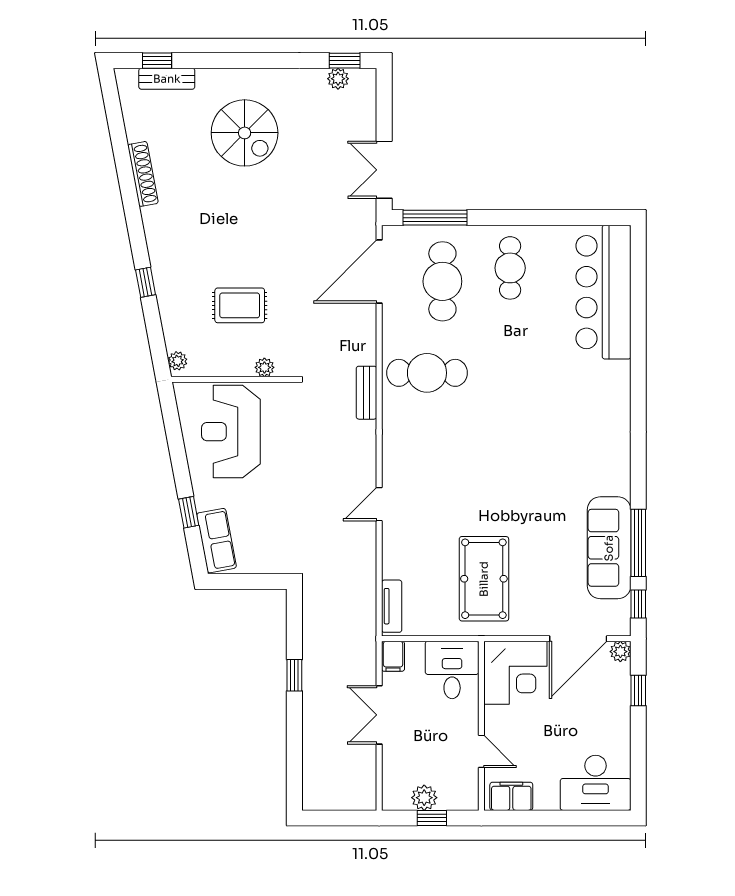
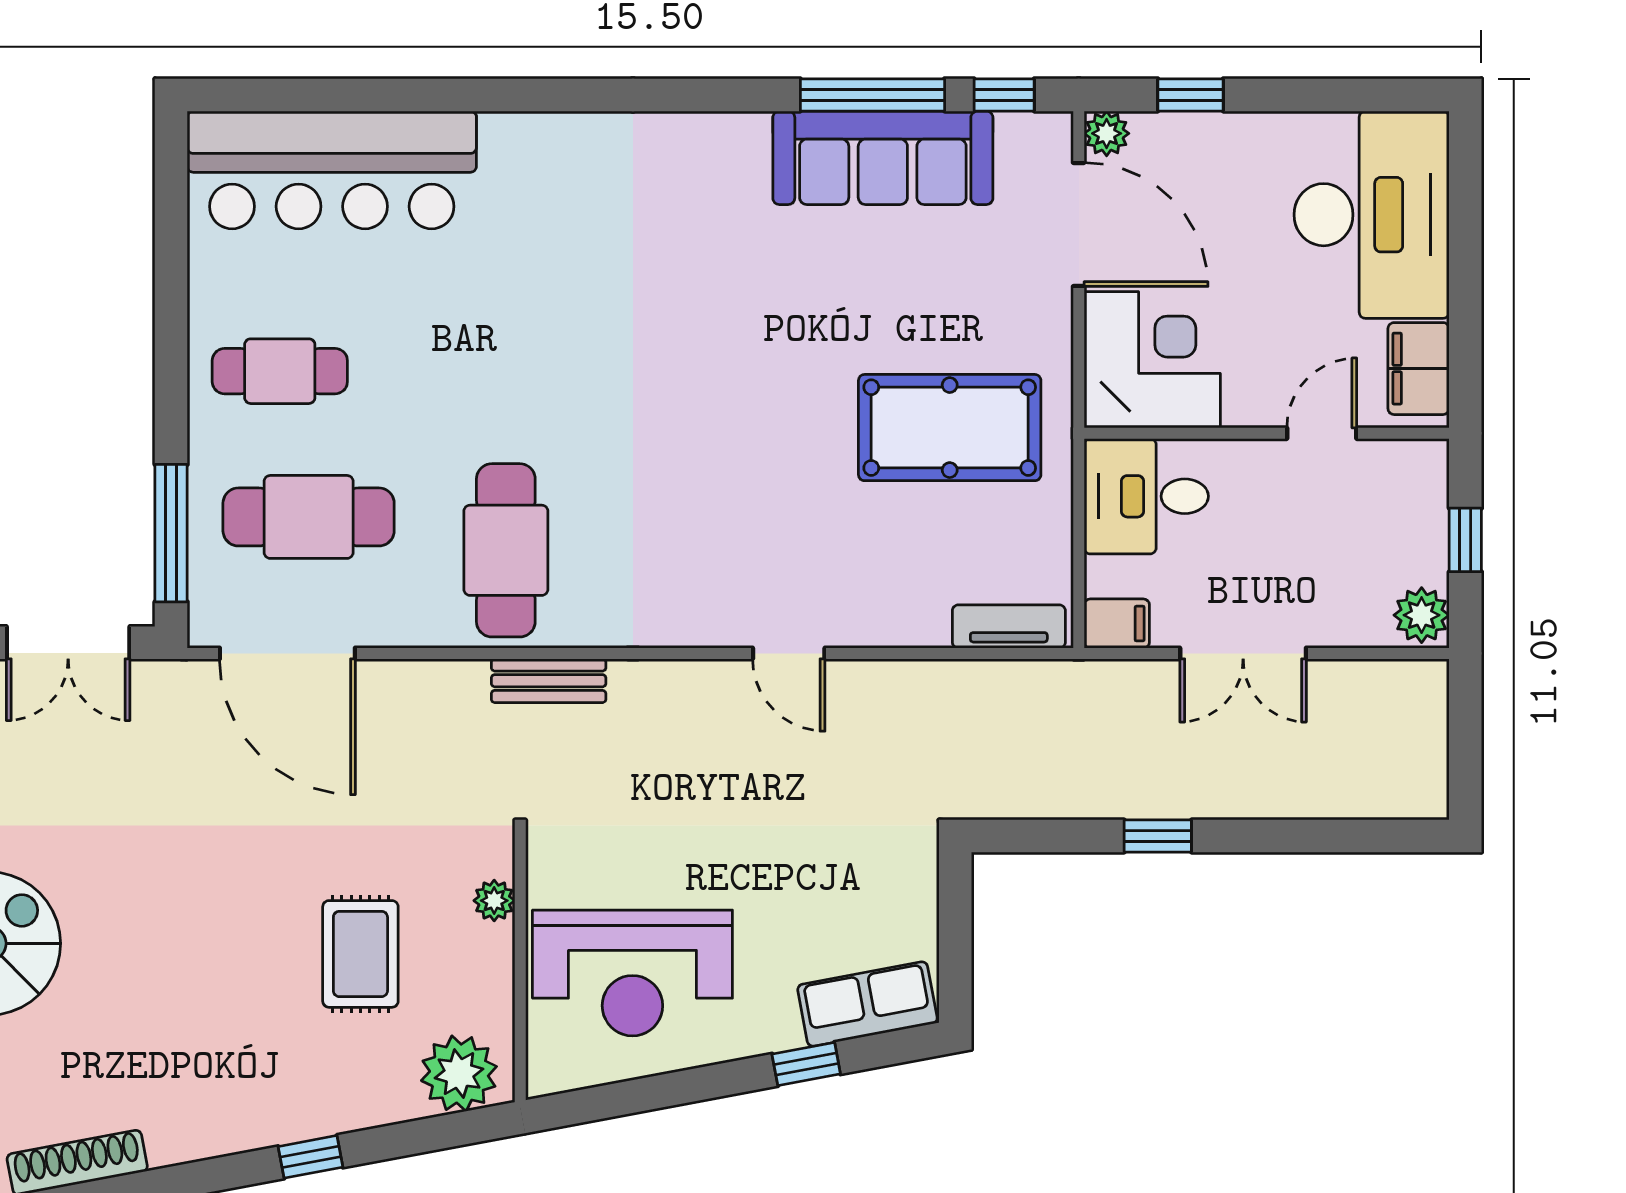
plant: (178, 361) -> (459, 1074), width x1.87, depth x1.87
desk: (596, 783) -> (1372, 215), width x1.36, depth x1.30
plant: (424, 798) -> (1422, 615), moved

